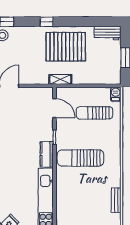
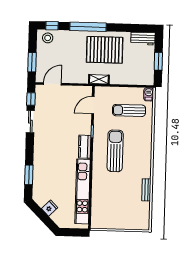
window: (47, 22) -> (88, 27), width x3.17
door: (54, 108) -> (93, 105), swing flipped
sun lounger: (80, 158) -> (115, 151), turned 90

